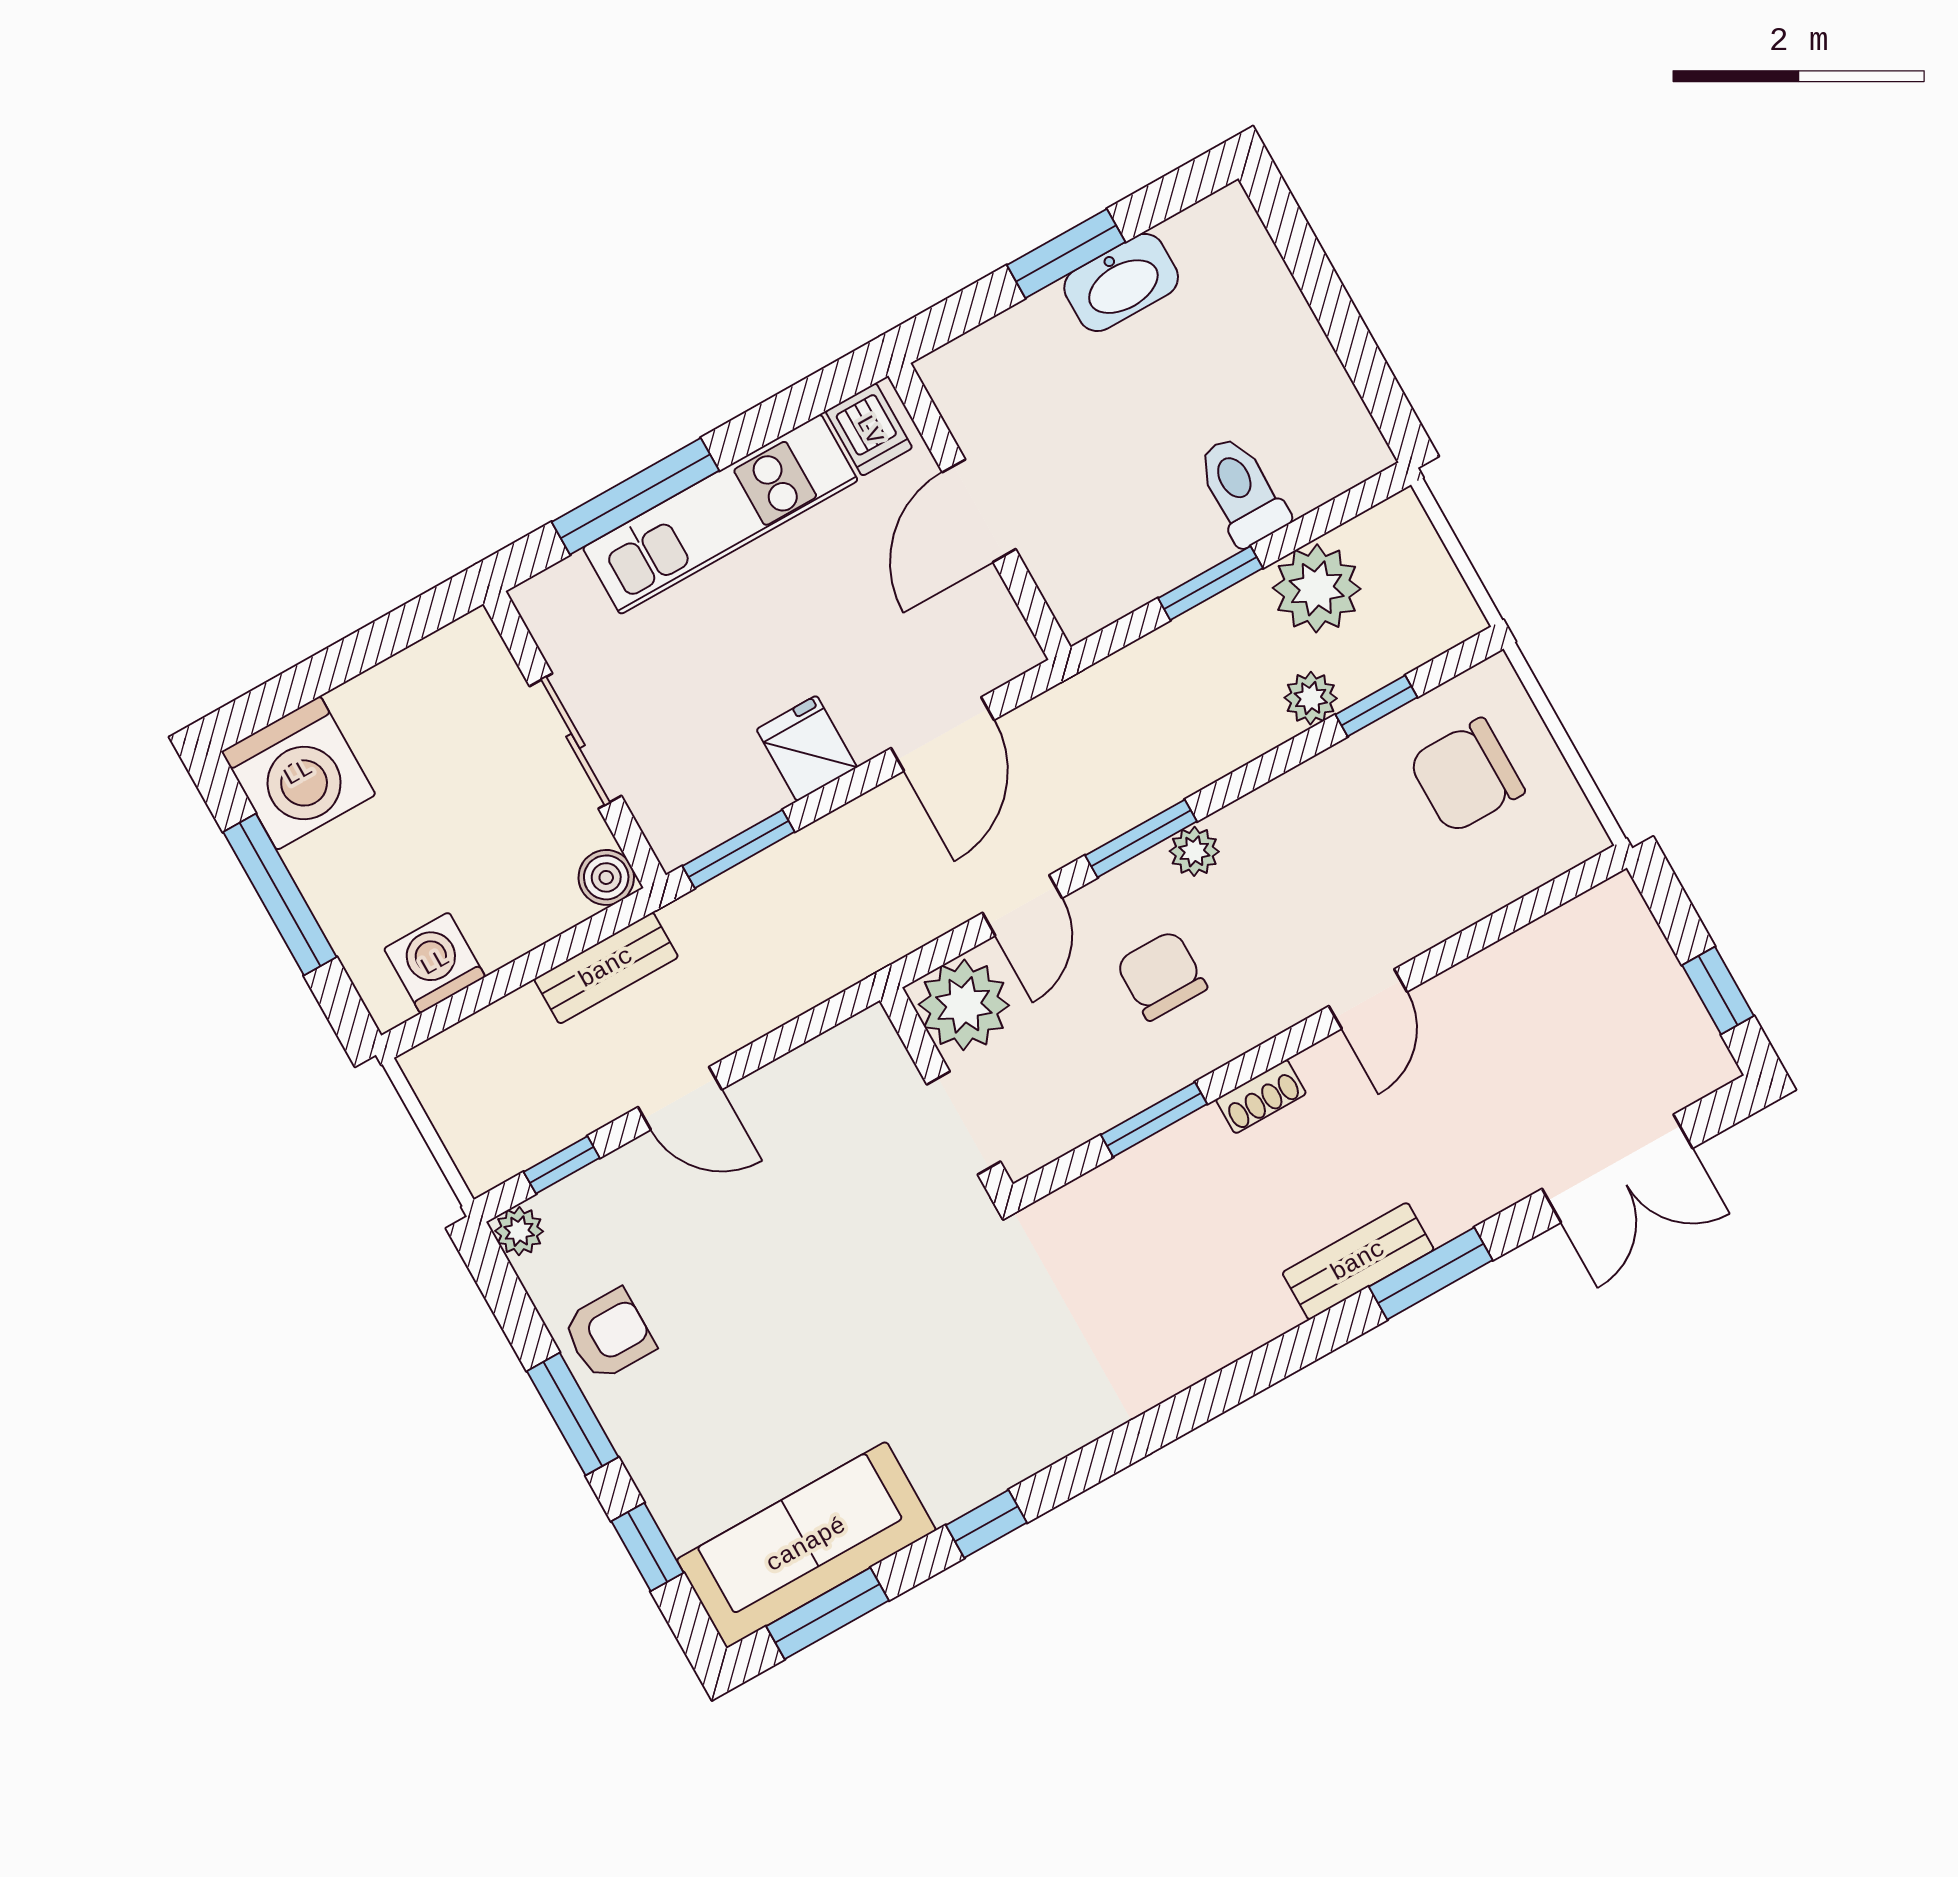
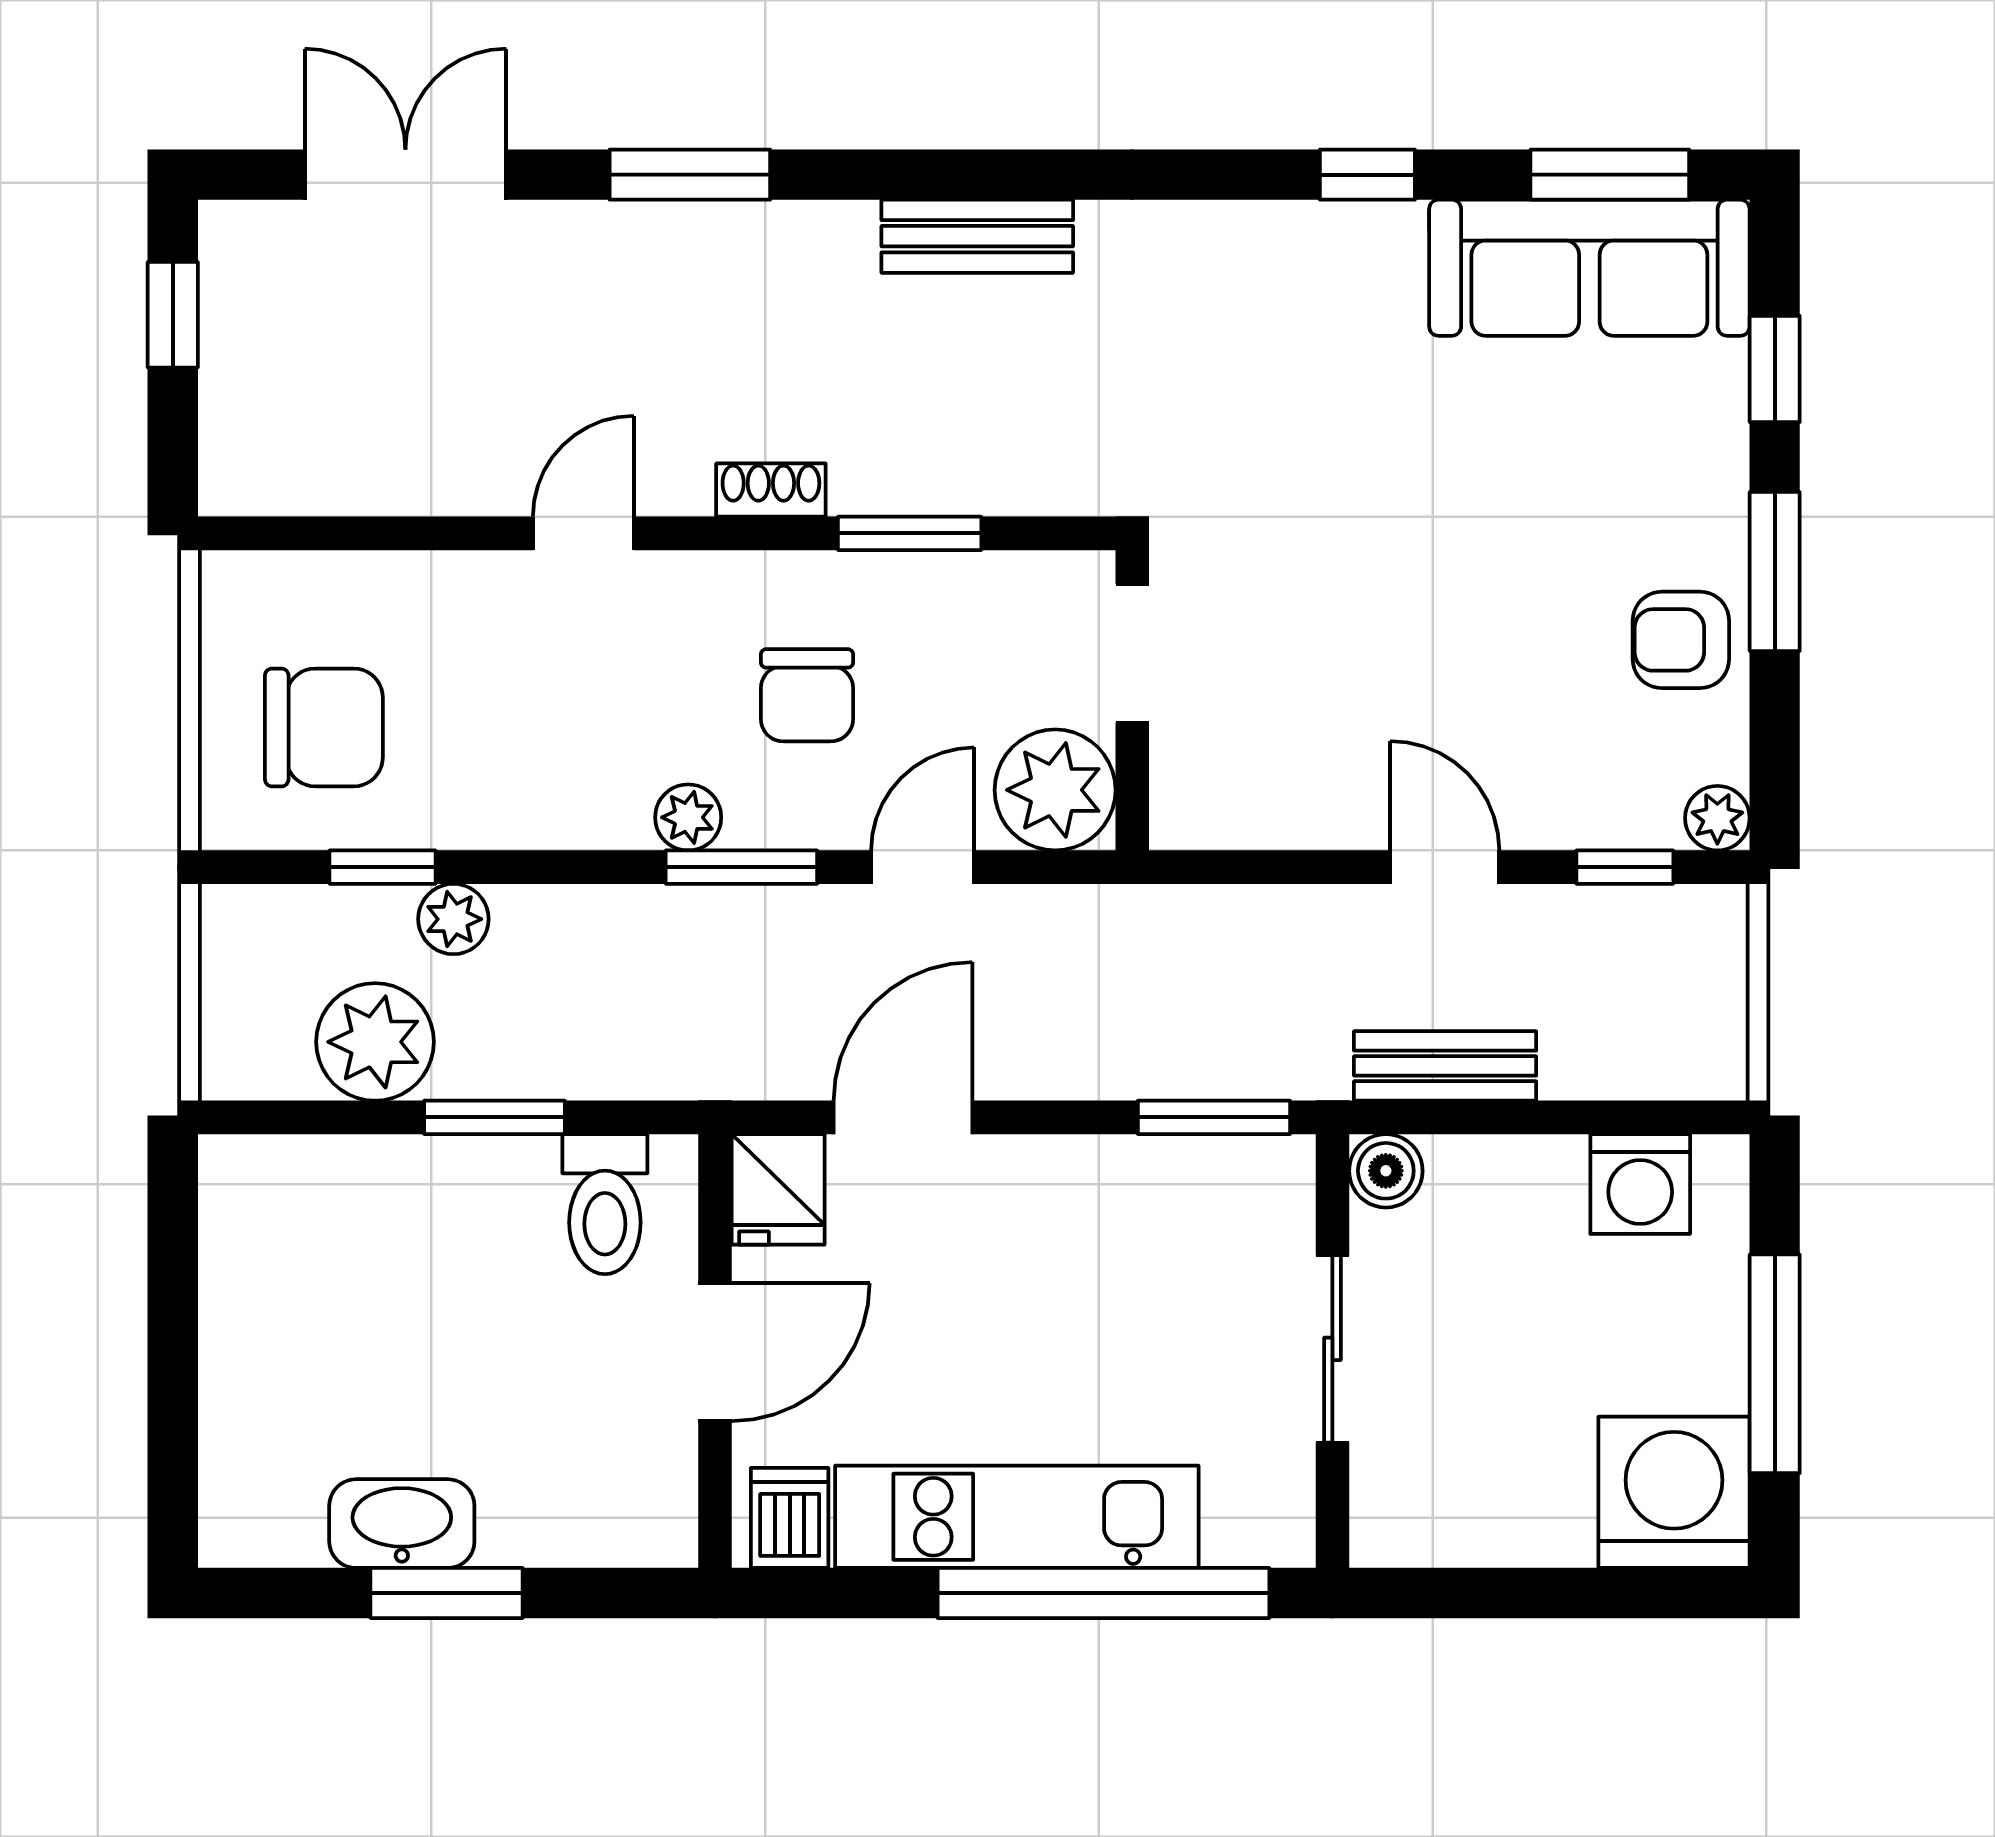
toilet: (1242, 491) -> (605, 1204), moved
window: (635, 496) -> (1103, 1593), width x1.46
fridge: (807, 748) -> (778, 1189), moved
bench: (1358, 1261) -> (977, 236), moved

